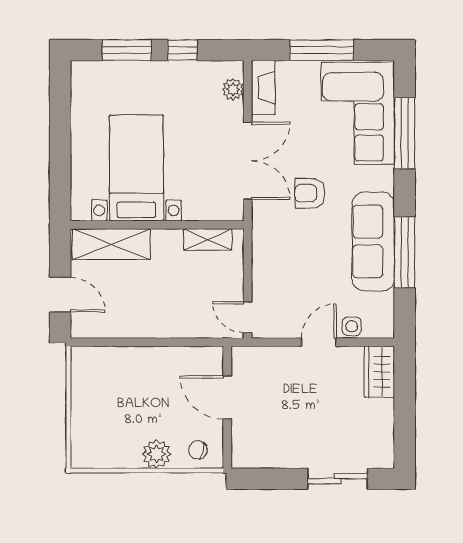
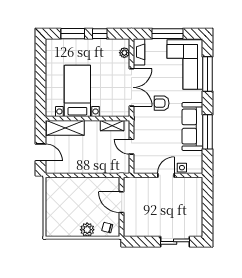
door: (248, 317) -> (131, 147), moved
wardrobe: (379, 372) -> (195, 190), removed

